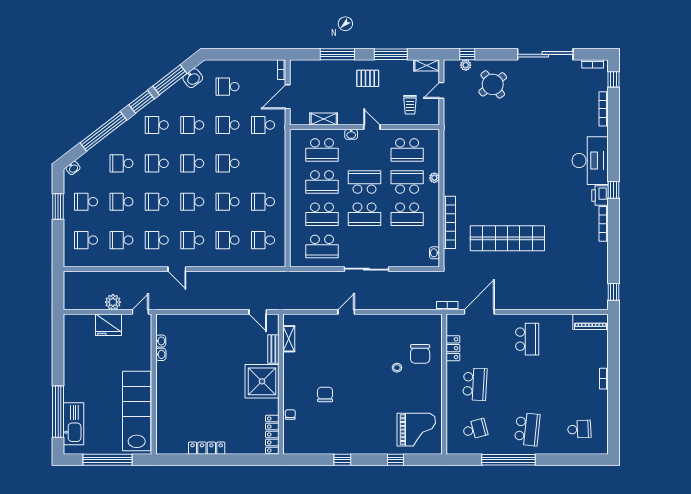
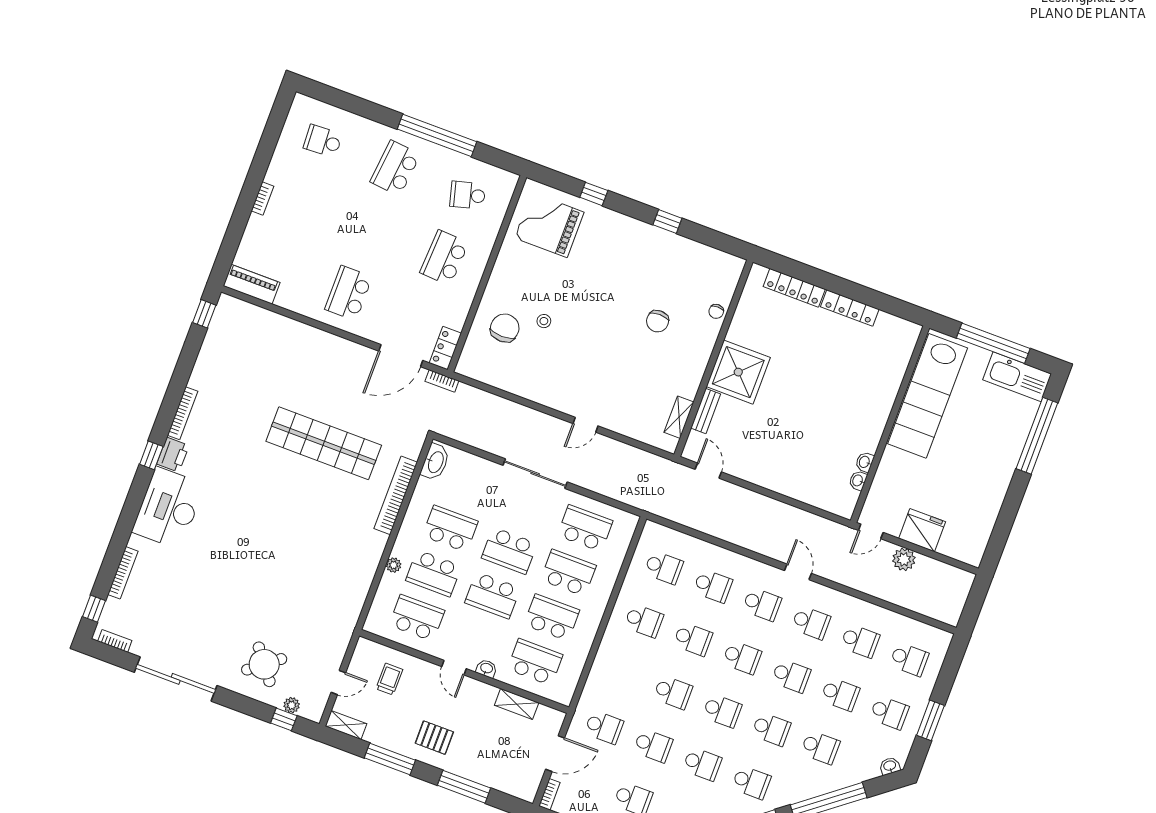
school desk: (365, 214) -> (509, 551), turned 180
washbasin: (435, 253) -> (435, 462), width x1.91, depth x1.45
locker: (453, 348) -> (445, 348), moved
kitchen sink: (74, 424) -> (1017, 377), moved, turned -90
locker: (272, 434) -> (794, 288), moved, turned 90

